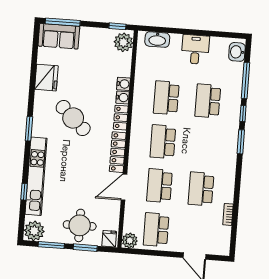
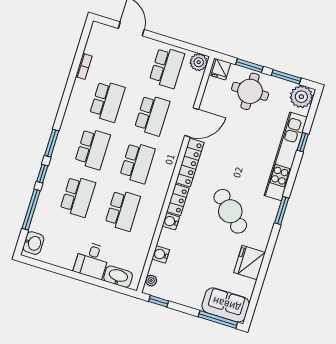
plant: (123, 42) -> (151, 281), width x0.53, depth x0.53
desk: (195, 49) -> (92, 260), moved
water cooler: (123, 84) -> (161, 254), moved
school desk: (204, 145) -> (92, 149), added

